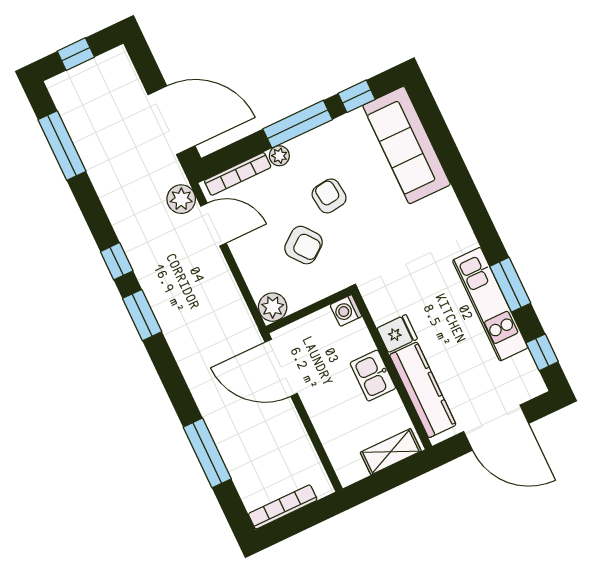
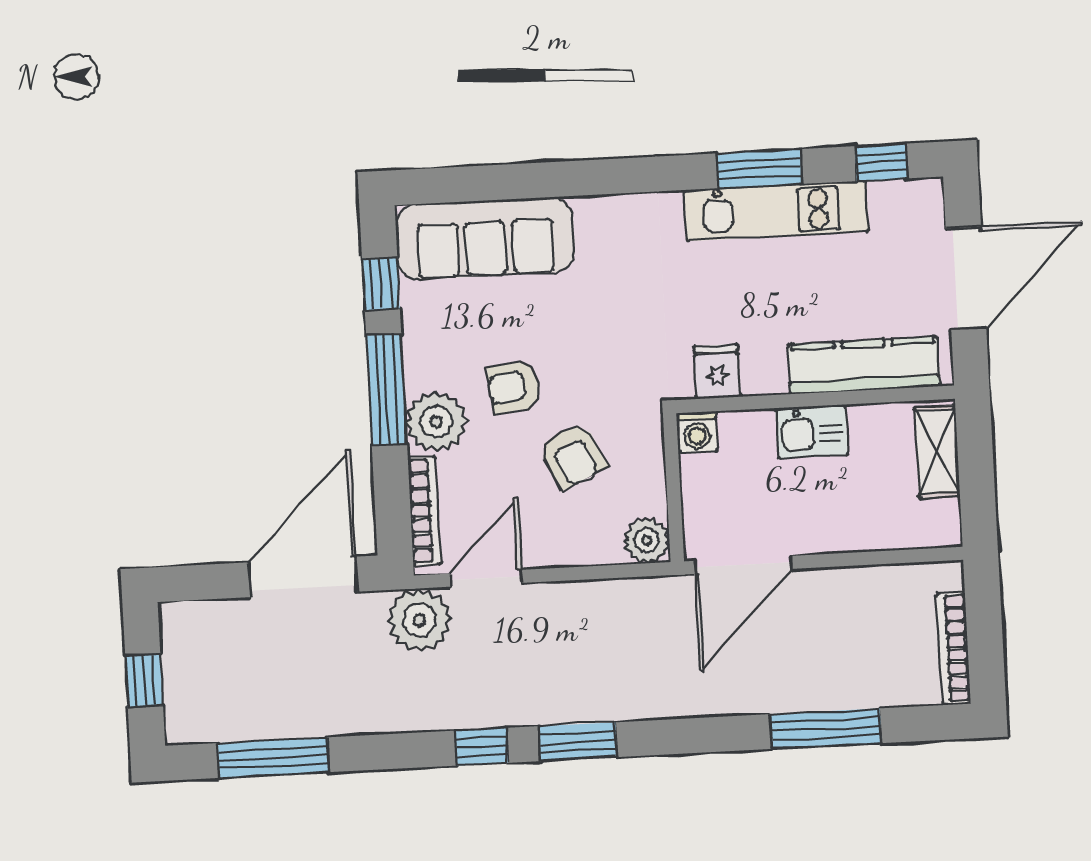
plant: (279, 156) -> (436, 422), width x1.87, depth x1.87
plant: (181, 199) -> (419, 620), width x1.36, depth x1.36
armchair: (304, 245) -> (572, 455), turned 103
fridge: (397, 333) -> (717, 371), moved

